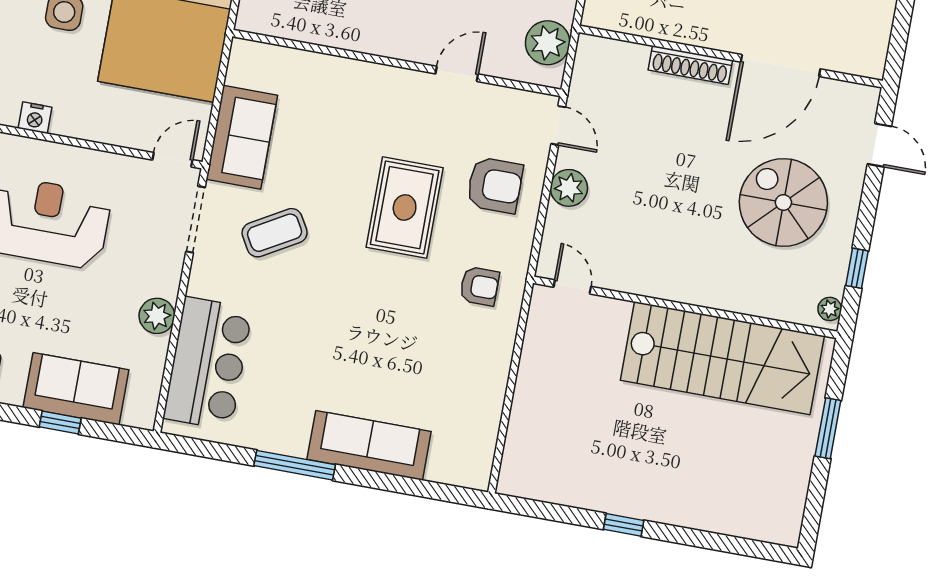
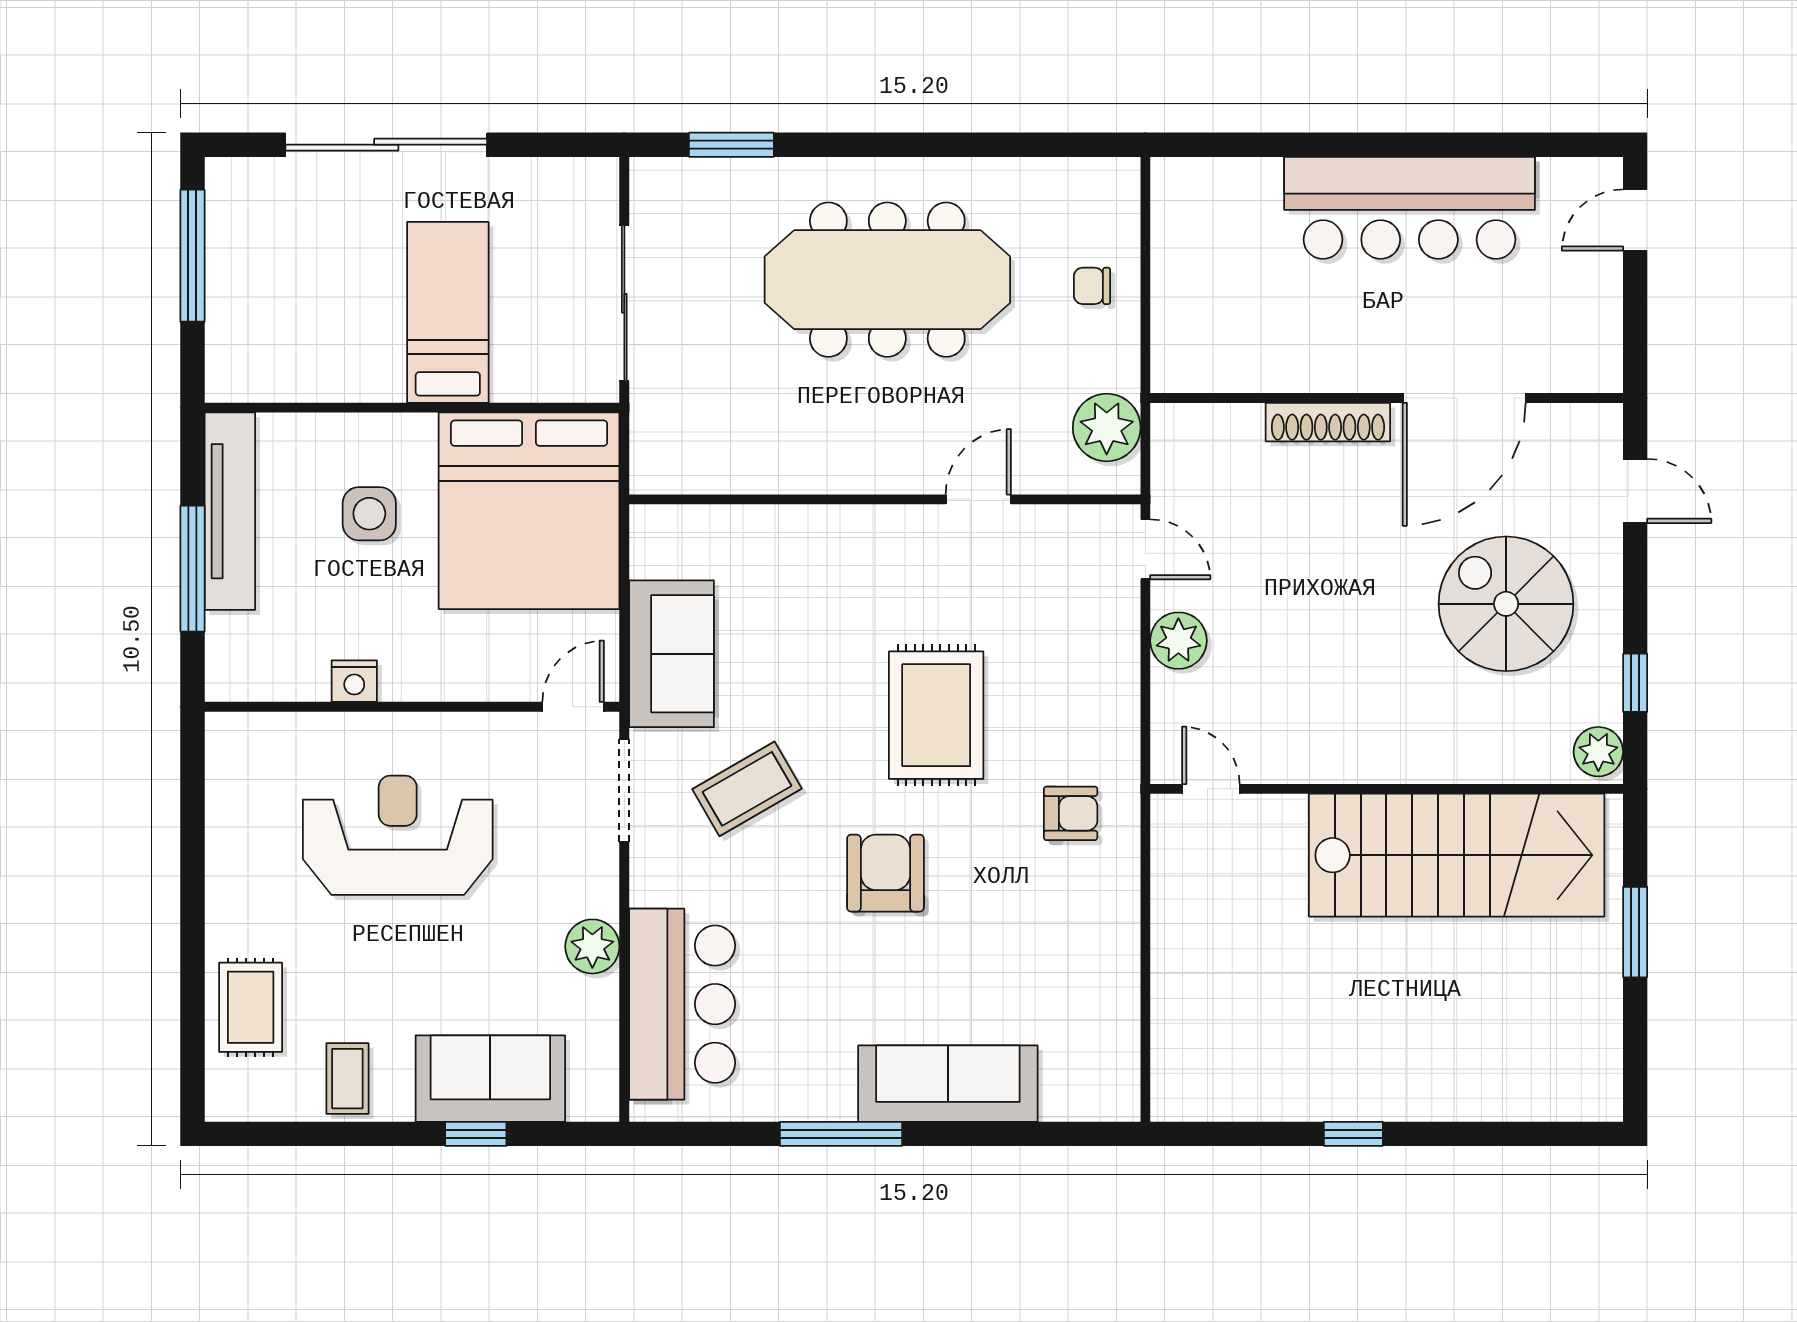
armchair: (495, 185) -> (885, 873), moved, turned -90
plant: (830, 309) -> (1598, 752), width x1.38, depth x1.38

